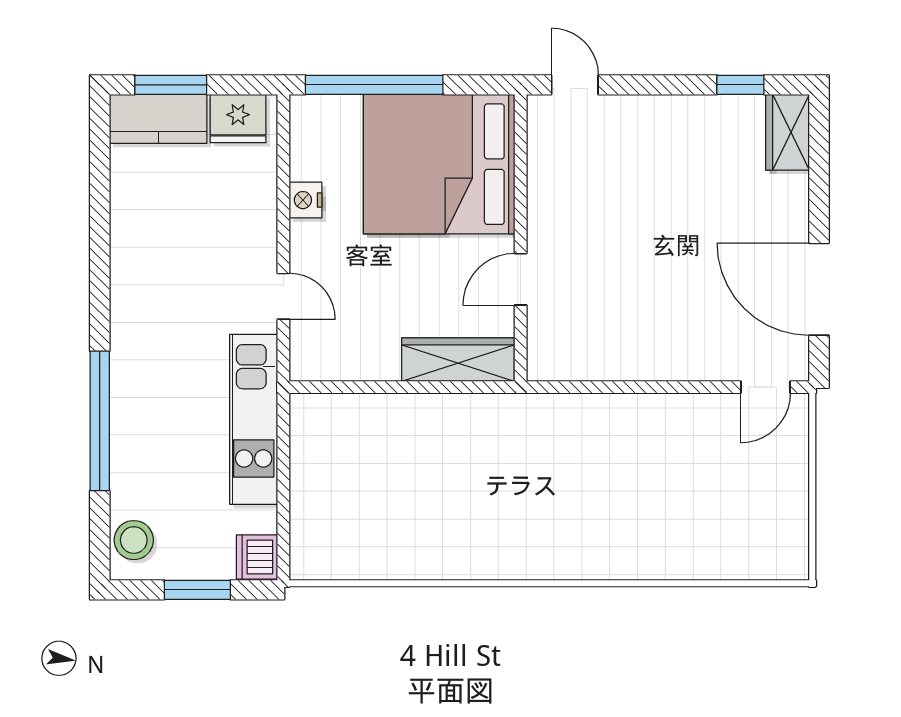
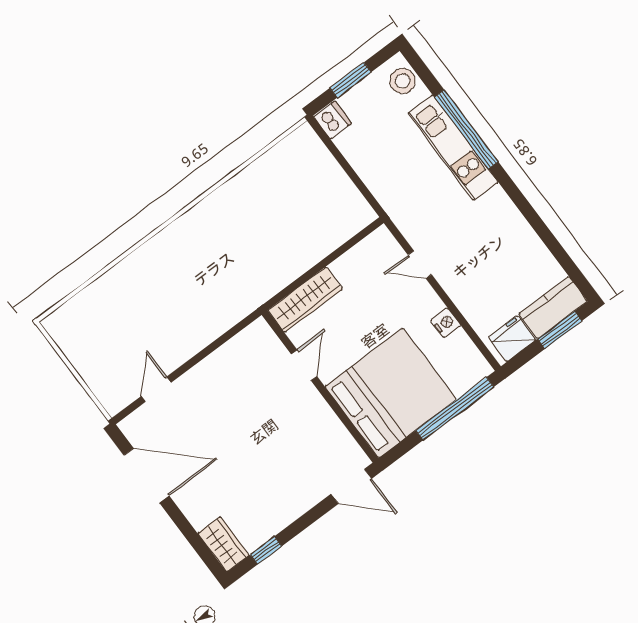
door: (575, 85) -> (351, 486), width x1.38
door: (766, 387) -> (156, 389), moved
kitchen unit: (254, 419) -> (453, 148), moved, turned 180

